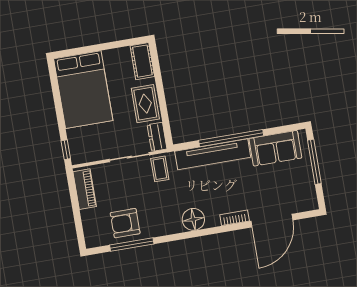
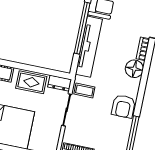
floor lamp: (193, 219) -> (134, 69), moved
armchair: (125, 223) -> (123, 106), moved

